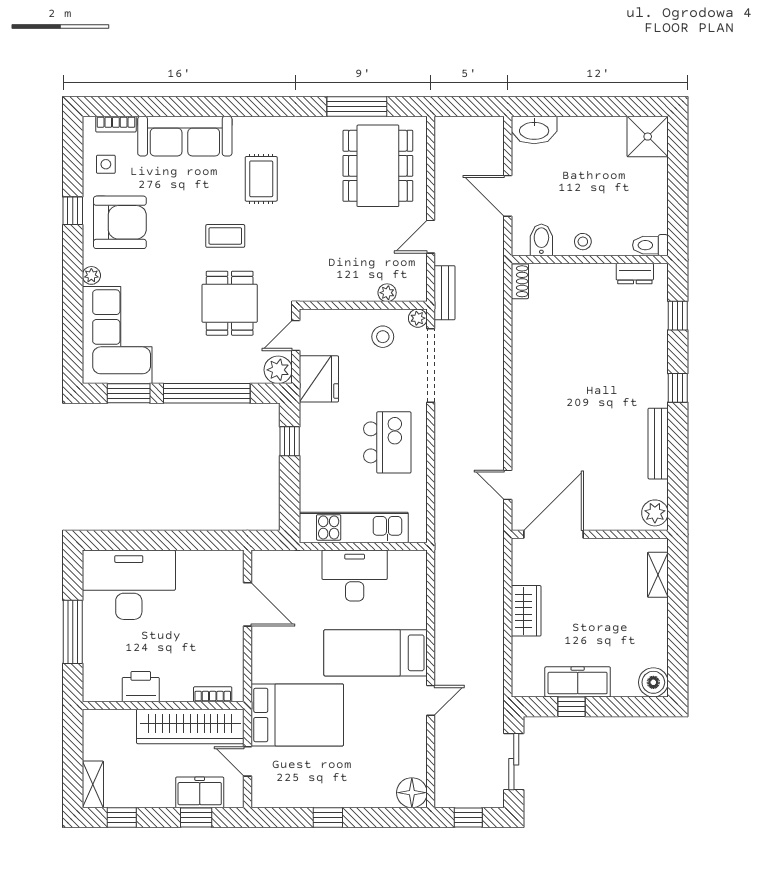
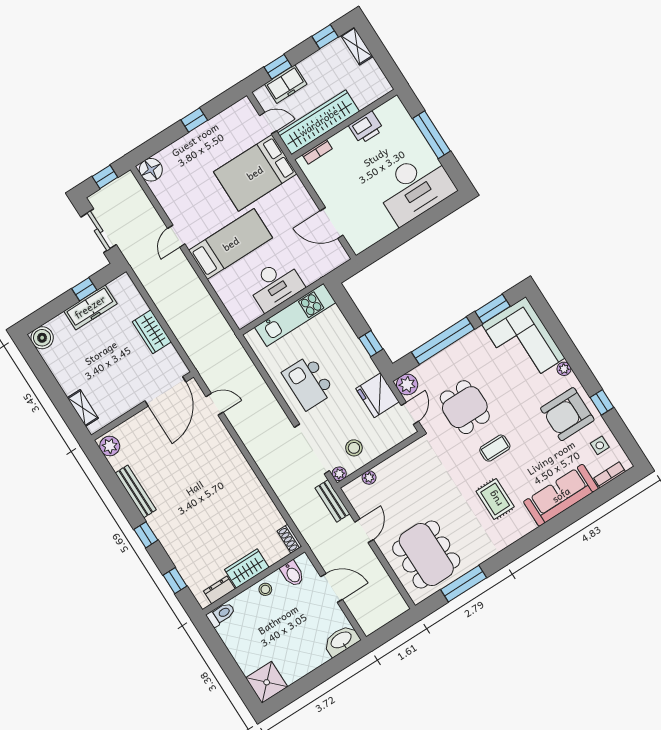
wardrobe: (589, 278) -> (247, 569), added

